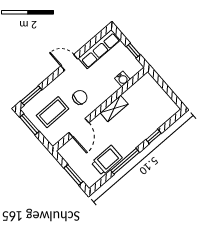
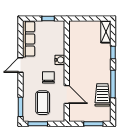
water cooler: (122, 79) -> (60, 60), moved
shelving: (114, 108) -> (106, 32), moved

